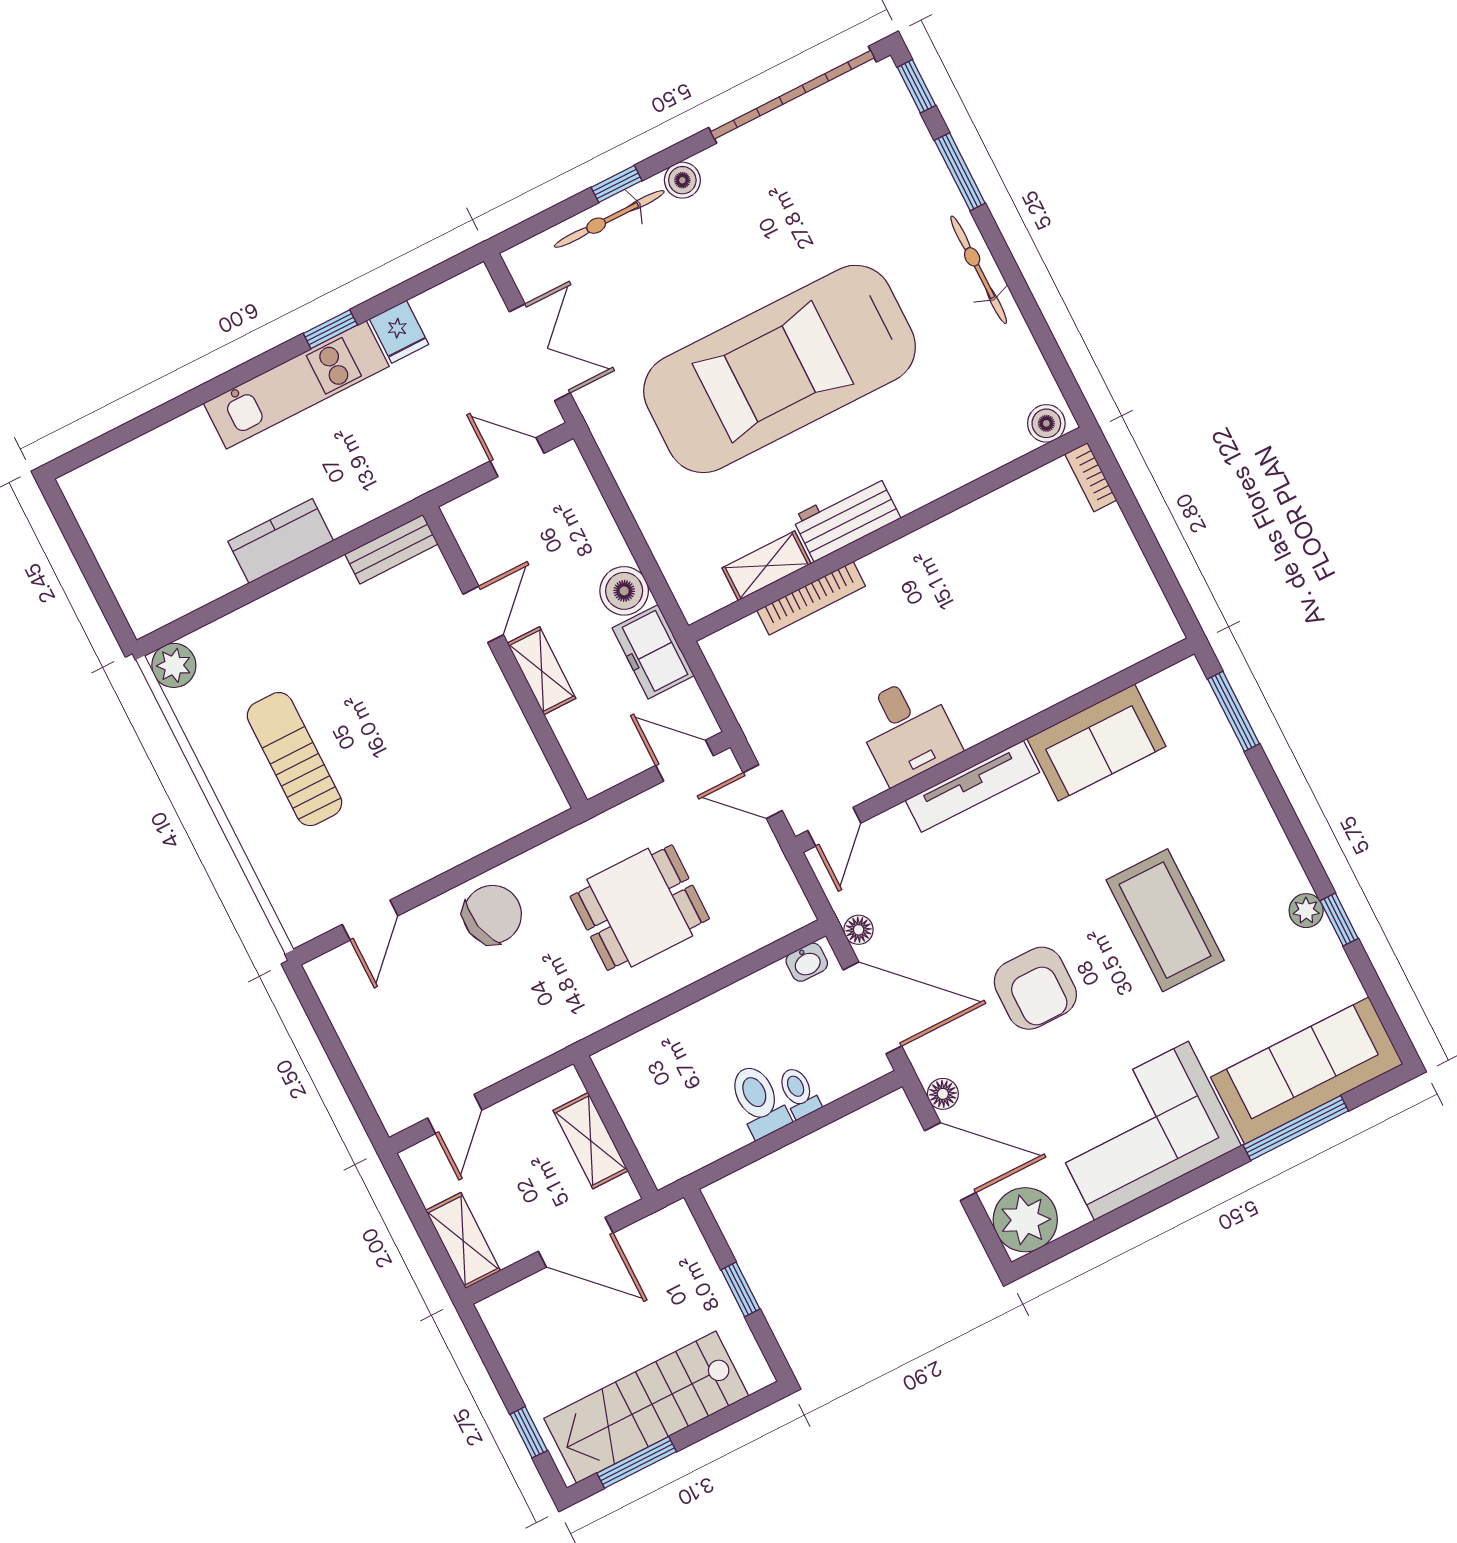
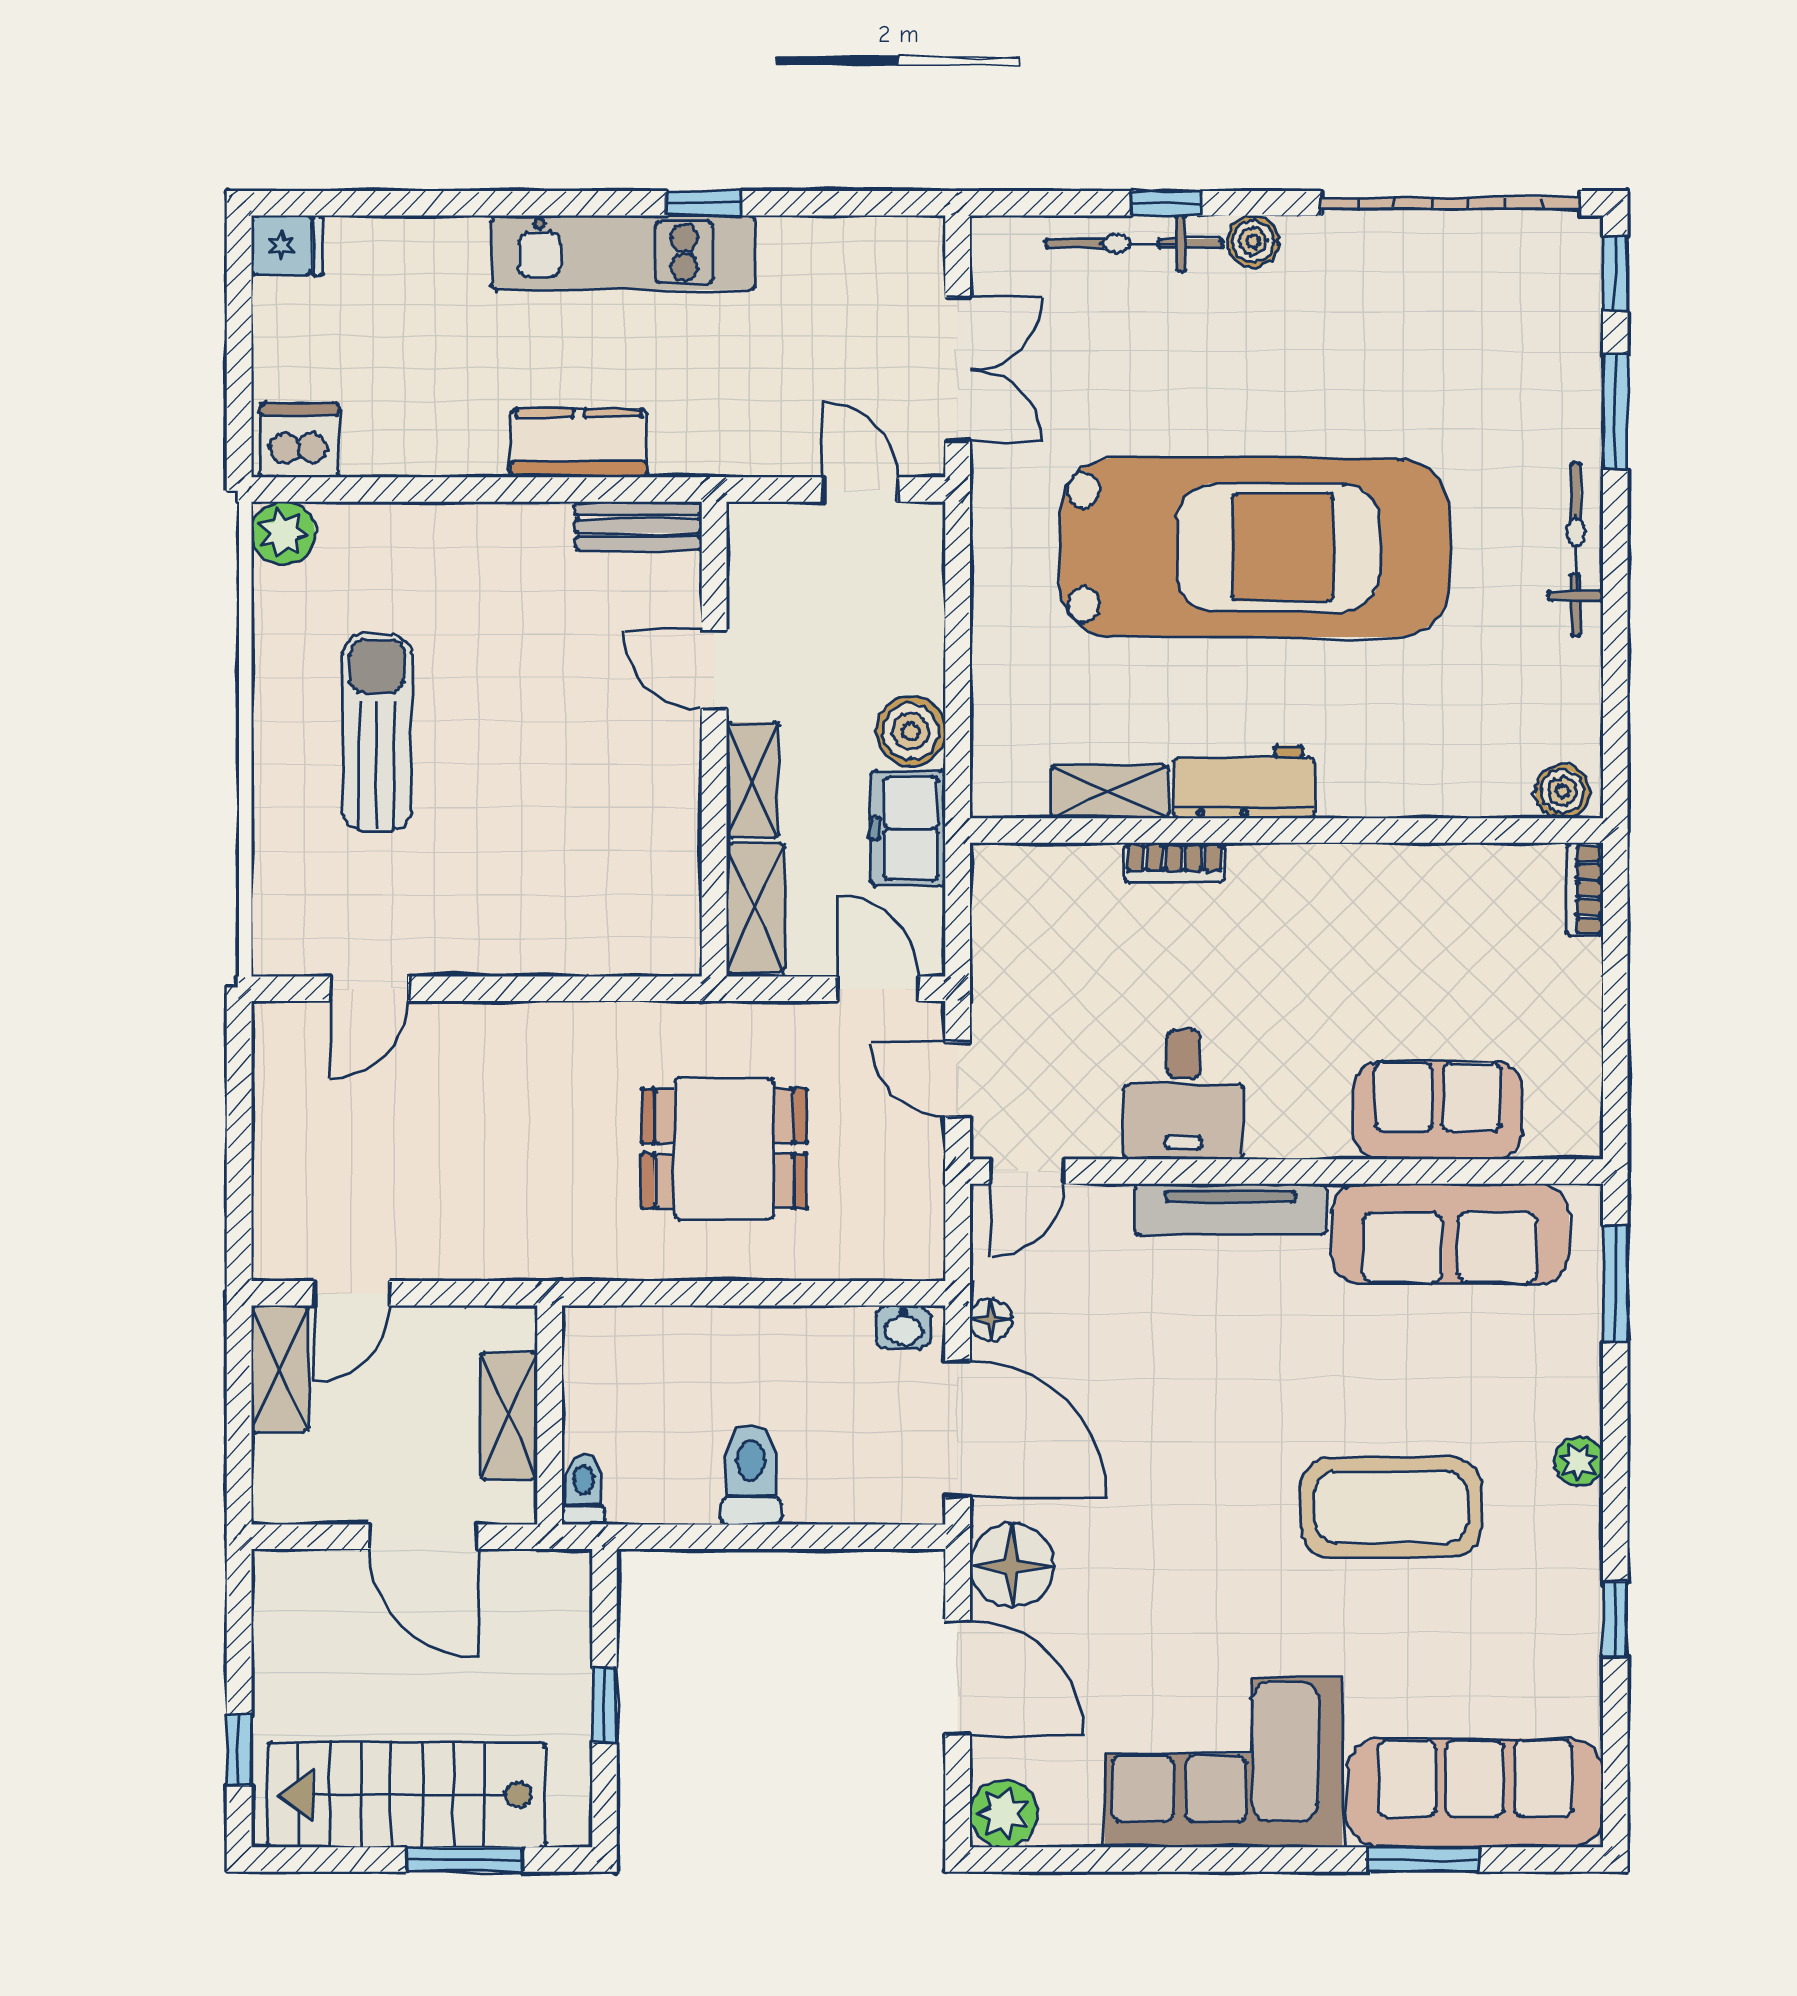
fridge: (399, 332) -> (287, 246), moved, turned -90
car: (780, 369) -> (1255, 547), turned 180
kitchen counter: (281, 541) -> (579, 443), moved
bookcase: (811, 598) -> (1174, 863), width x0.64
dishwasher: (155, 603) -> (299, 440), added
door: (483, 614) -> (714, 670), swing flipped
sofa: (1069, 660) -> (1438, 1110), added
sofa: (1096, 743) -> (1450, 1234), width x1.36
shelving: (584, 749) -> (755, 908), added
plant: (1306, 911) -> (1579, 1461), moved
chair: (492, 915) -> (530, 1061), removed
coffee table: (1165, 920) -> (1391, 1507), turned 90
armchair: (1035, 988) -> (1180, 1510), removed
toilet: (799, 1092) -> (583, 1490), moved
floor lamp: (943, 1094) -> (1012, 1566), width x1.89, depth x1.89
window: (1296, 1128) -> (1424, 1860), width x0.69
plant: (1025, 1220) -> (1004, 1813), width x0.73, depth x0.73
shelving: (463, 1241) -> (280, 1369), moved
window: (637, 1462) -> (464, 1860), moved

